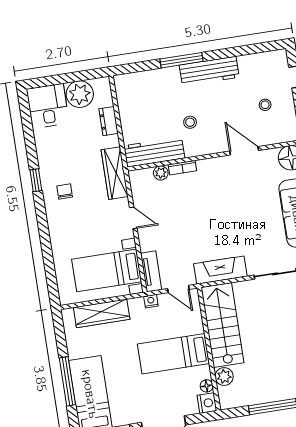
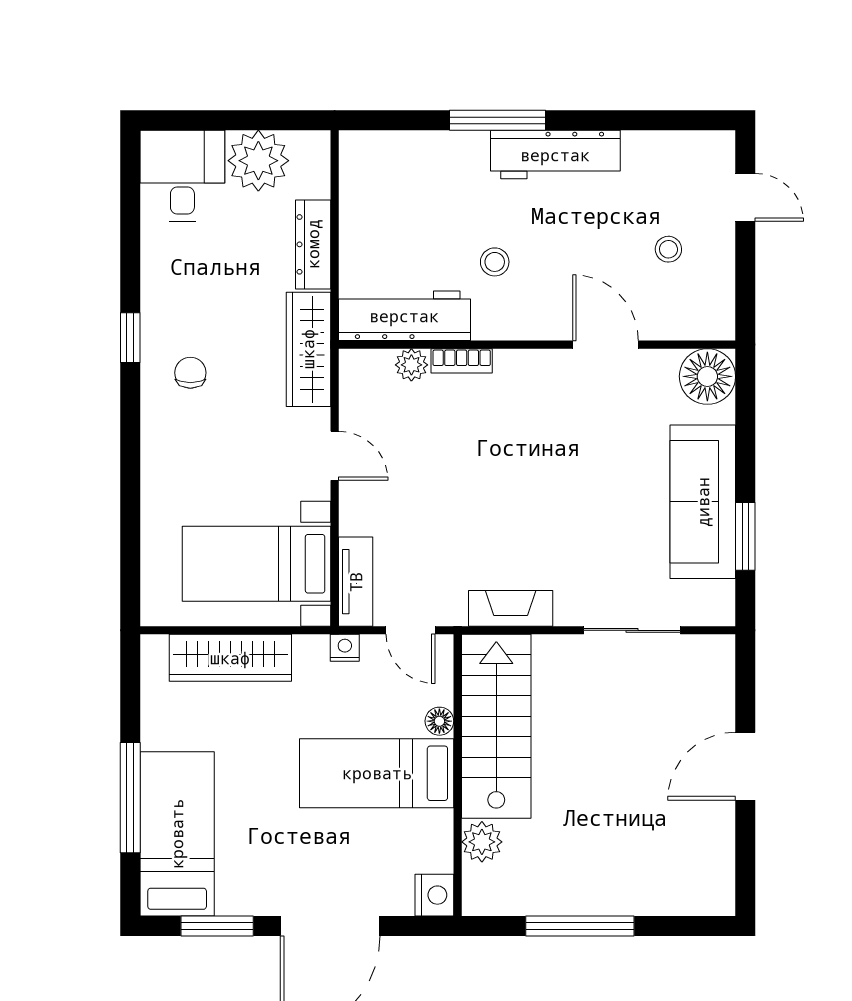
dresser: (109, 121) -> (313, 244), width x1.44
fireplace: (220, 270) -> (511, 608), width x0.73, depth x0.76
floor lamp: (207, 386) -> (439, 721), moved

